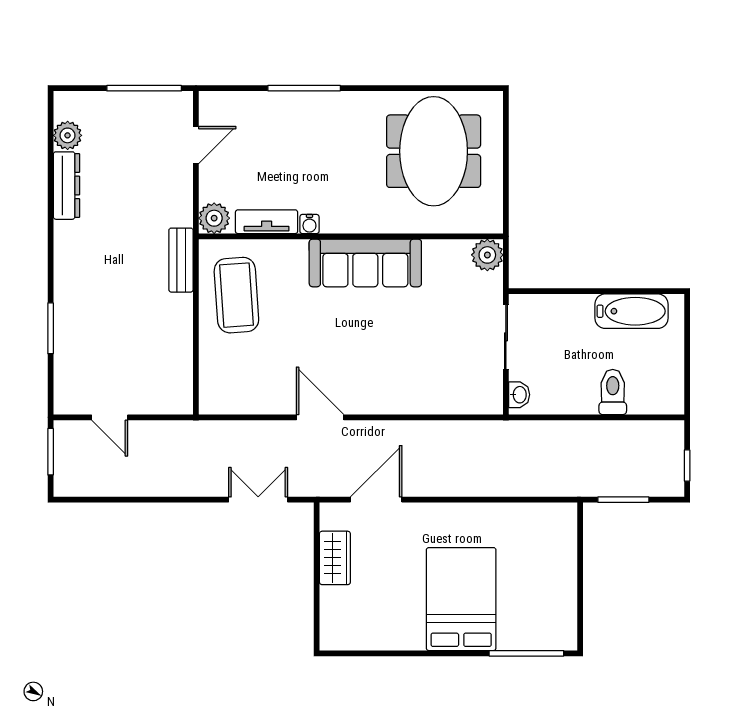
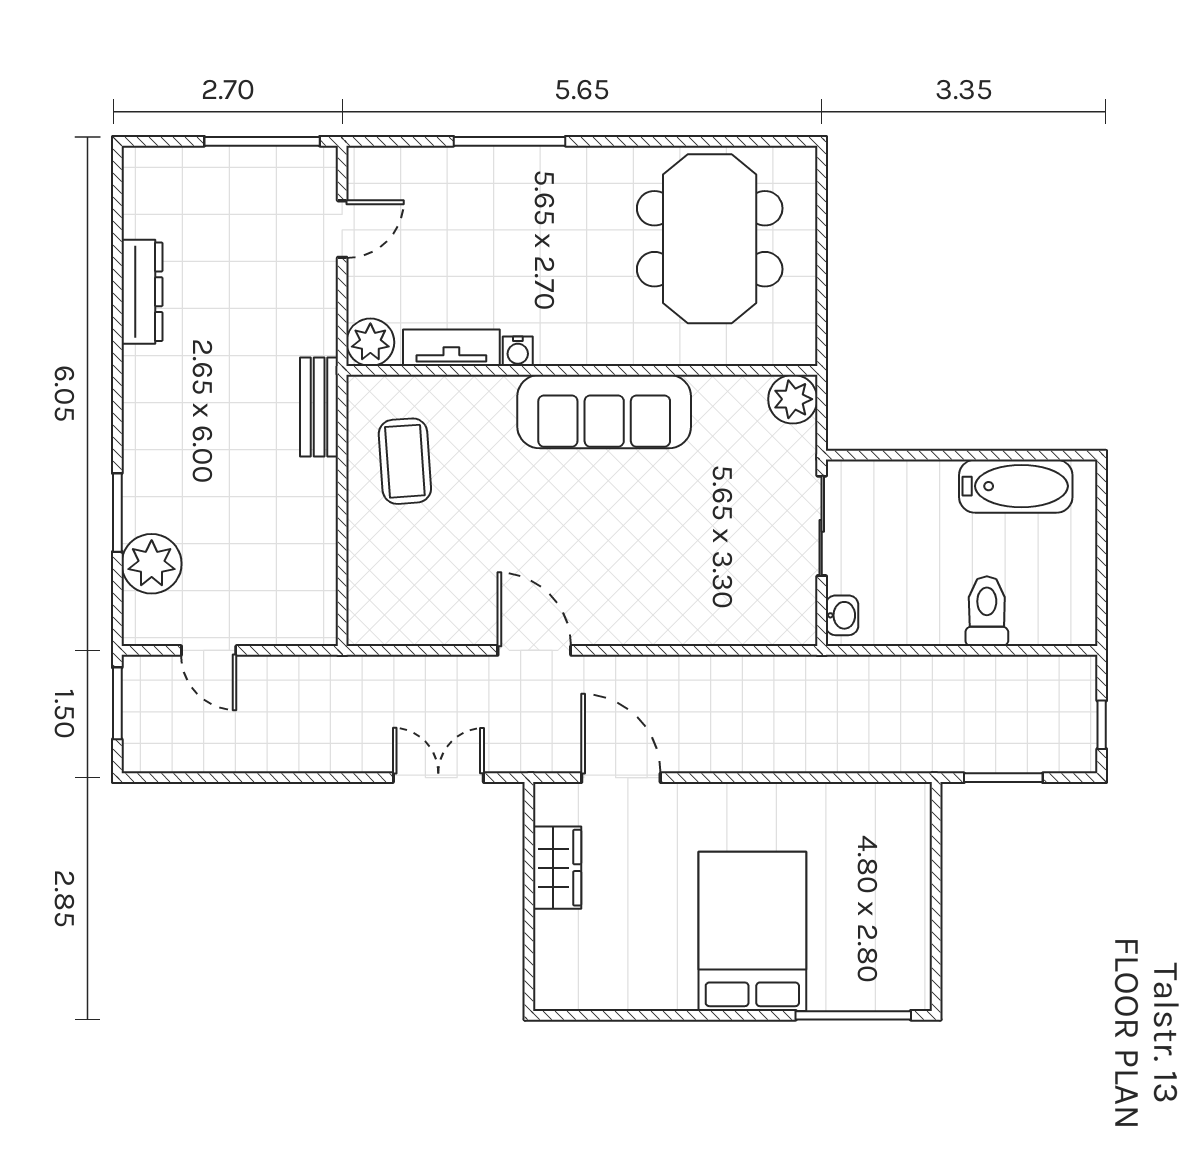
plant: (68, 135) -> (152, 564), moved, width x1.36, depth x1.36
coffee table: (236, 295) -> (405, 461), width x0.73, depth x0.76
door: (376, 500) -> (621, 778), hinge flipped

